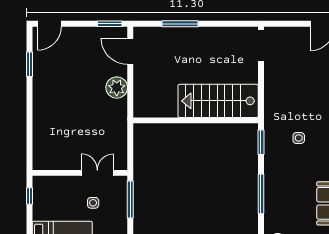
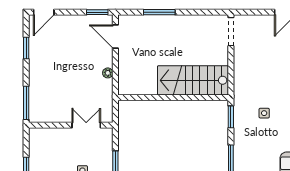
plant: (117, 88) -> (108, 73), width x0.53, depth x0.53
window: (30, 126) -> (26, 103), added
wall: (80, 173) -> (71, 125), moved
double door: (97, 173) -> (86, 125), moved

